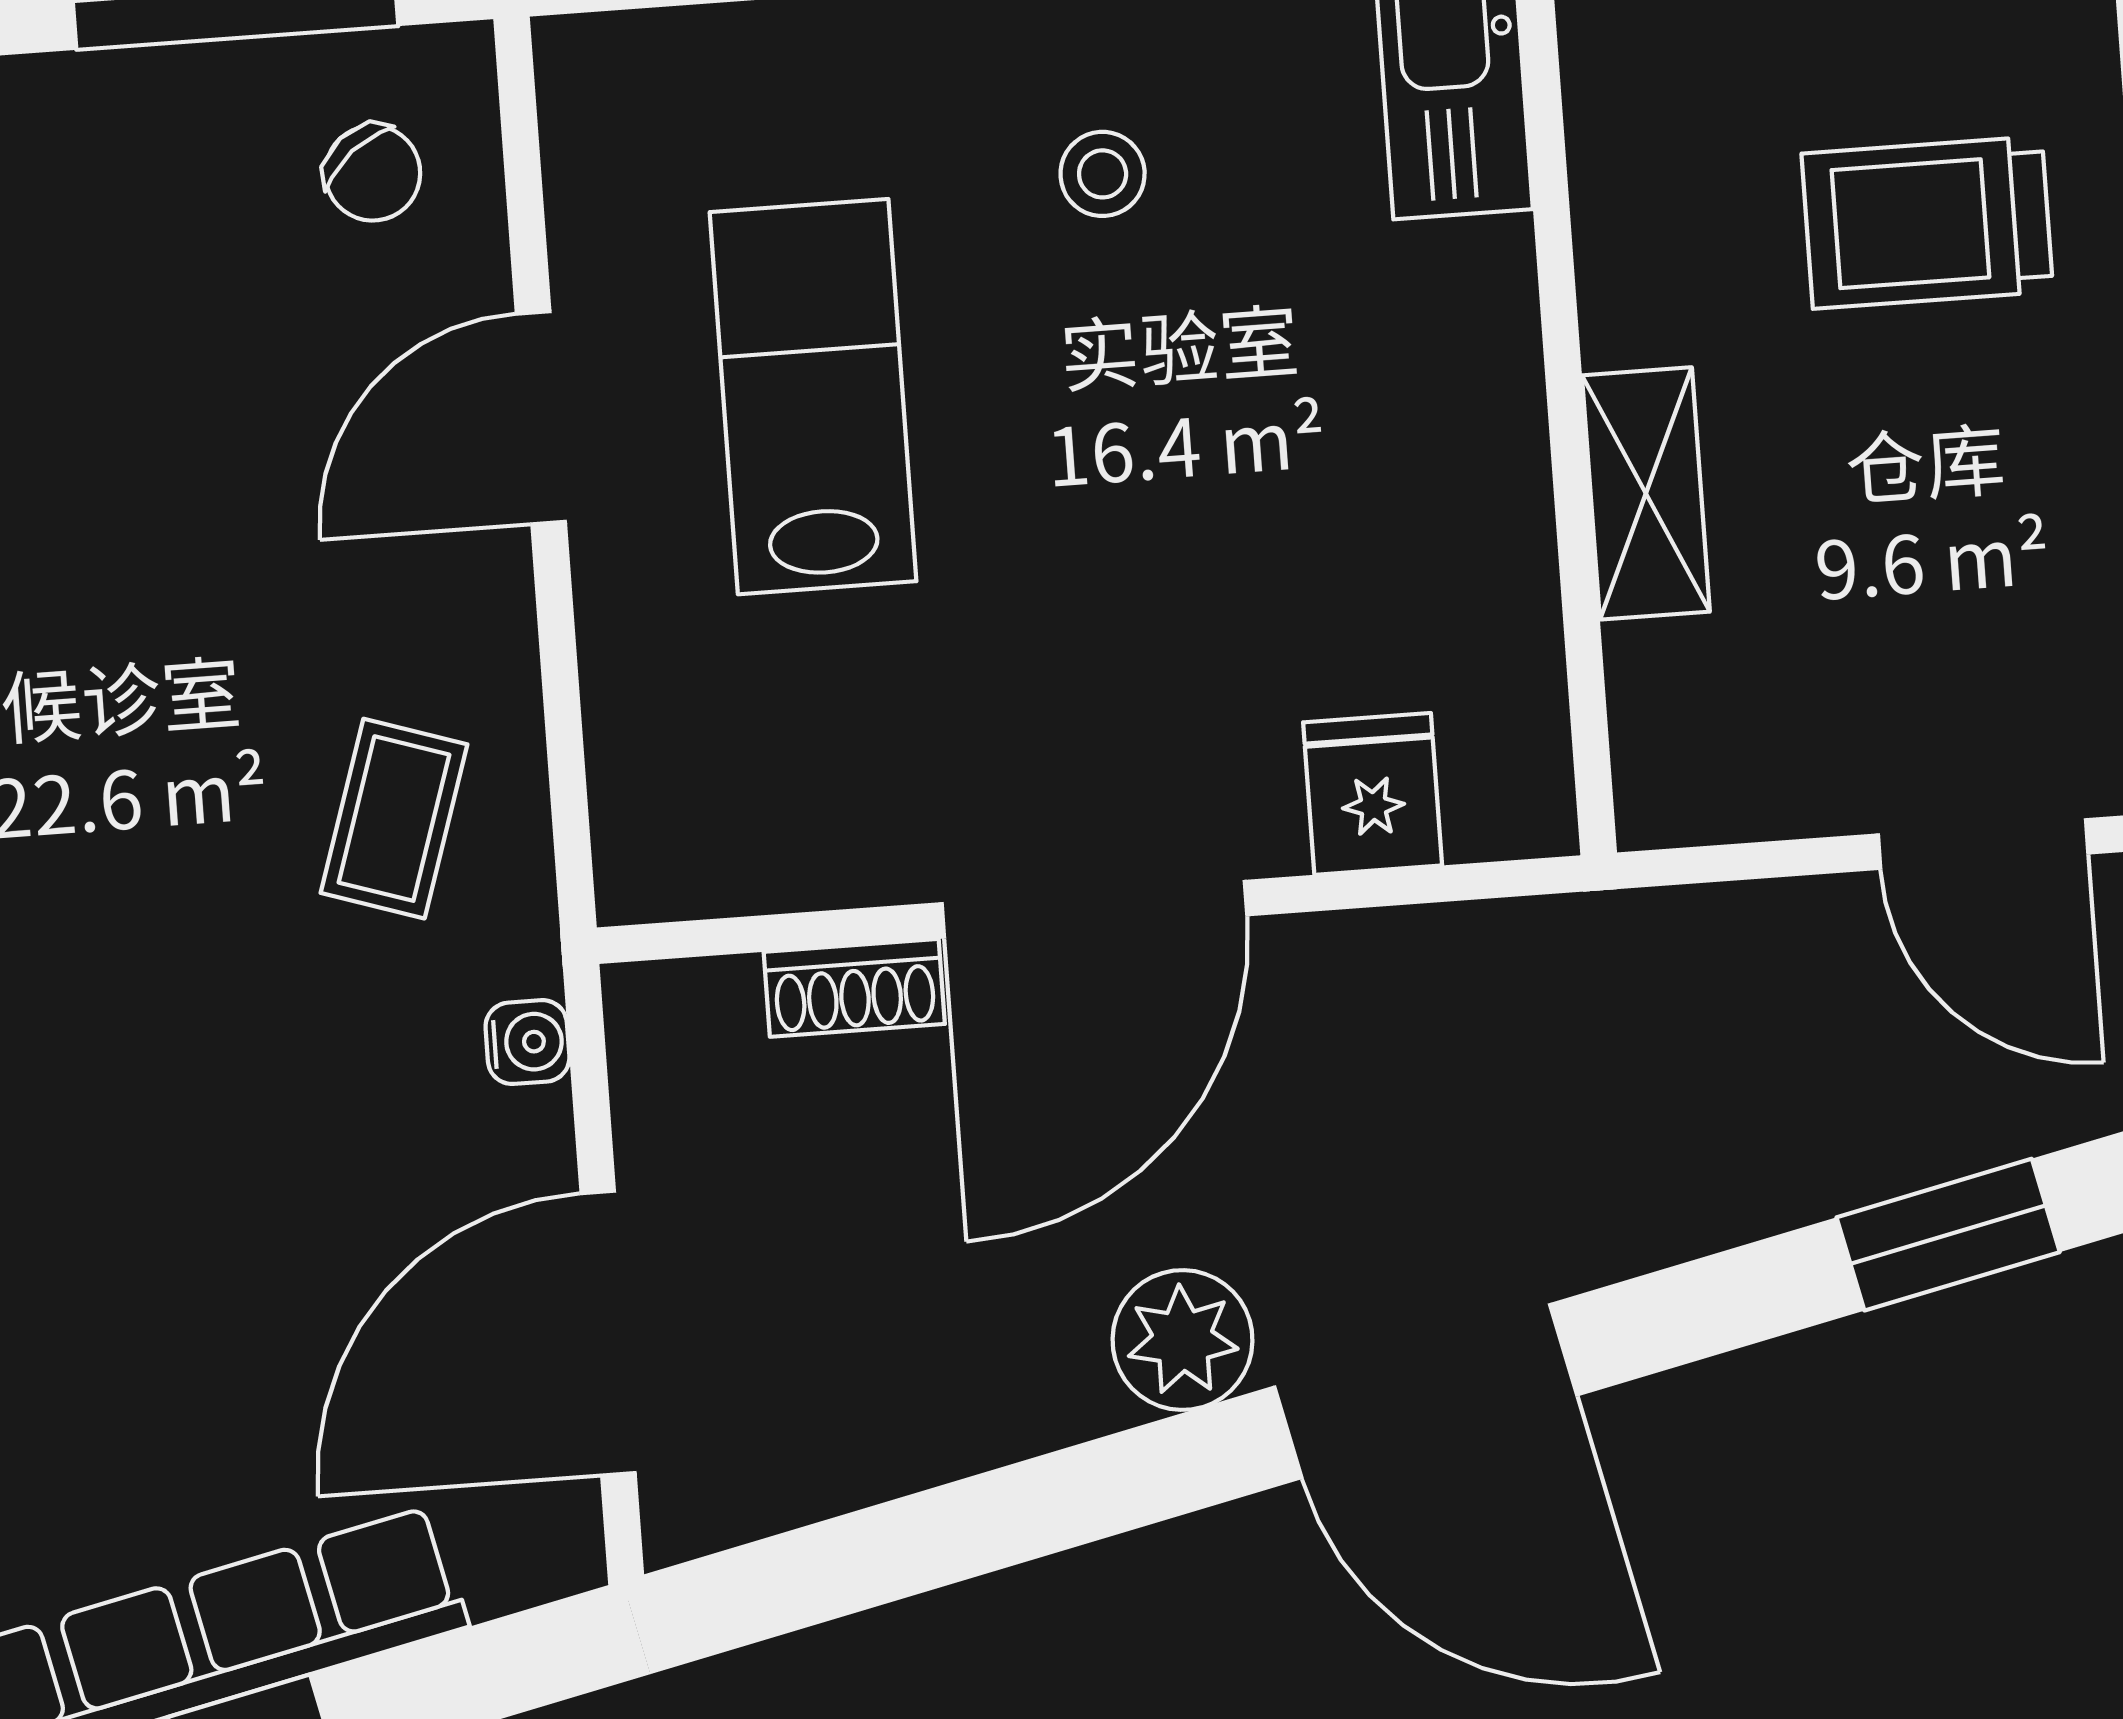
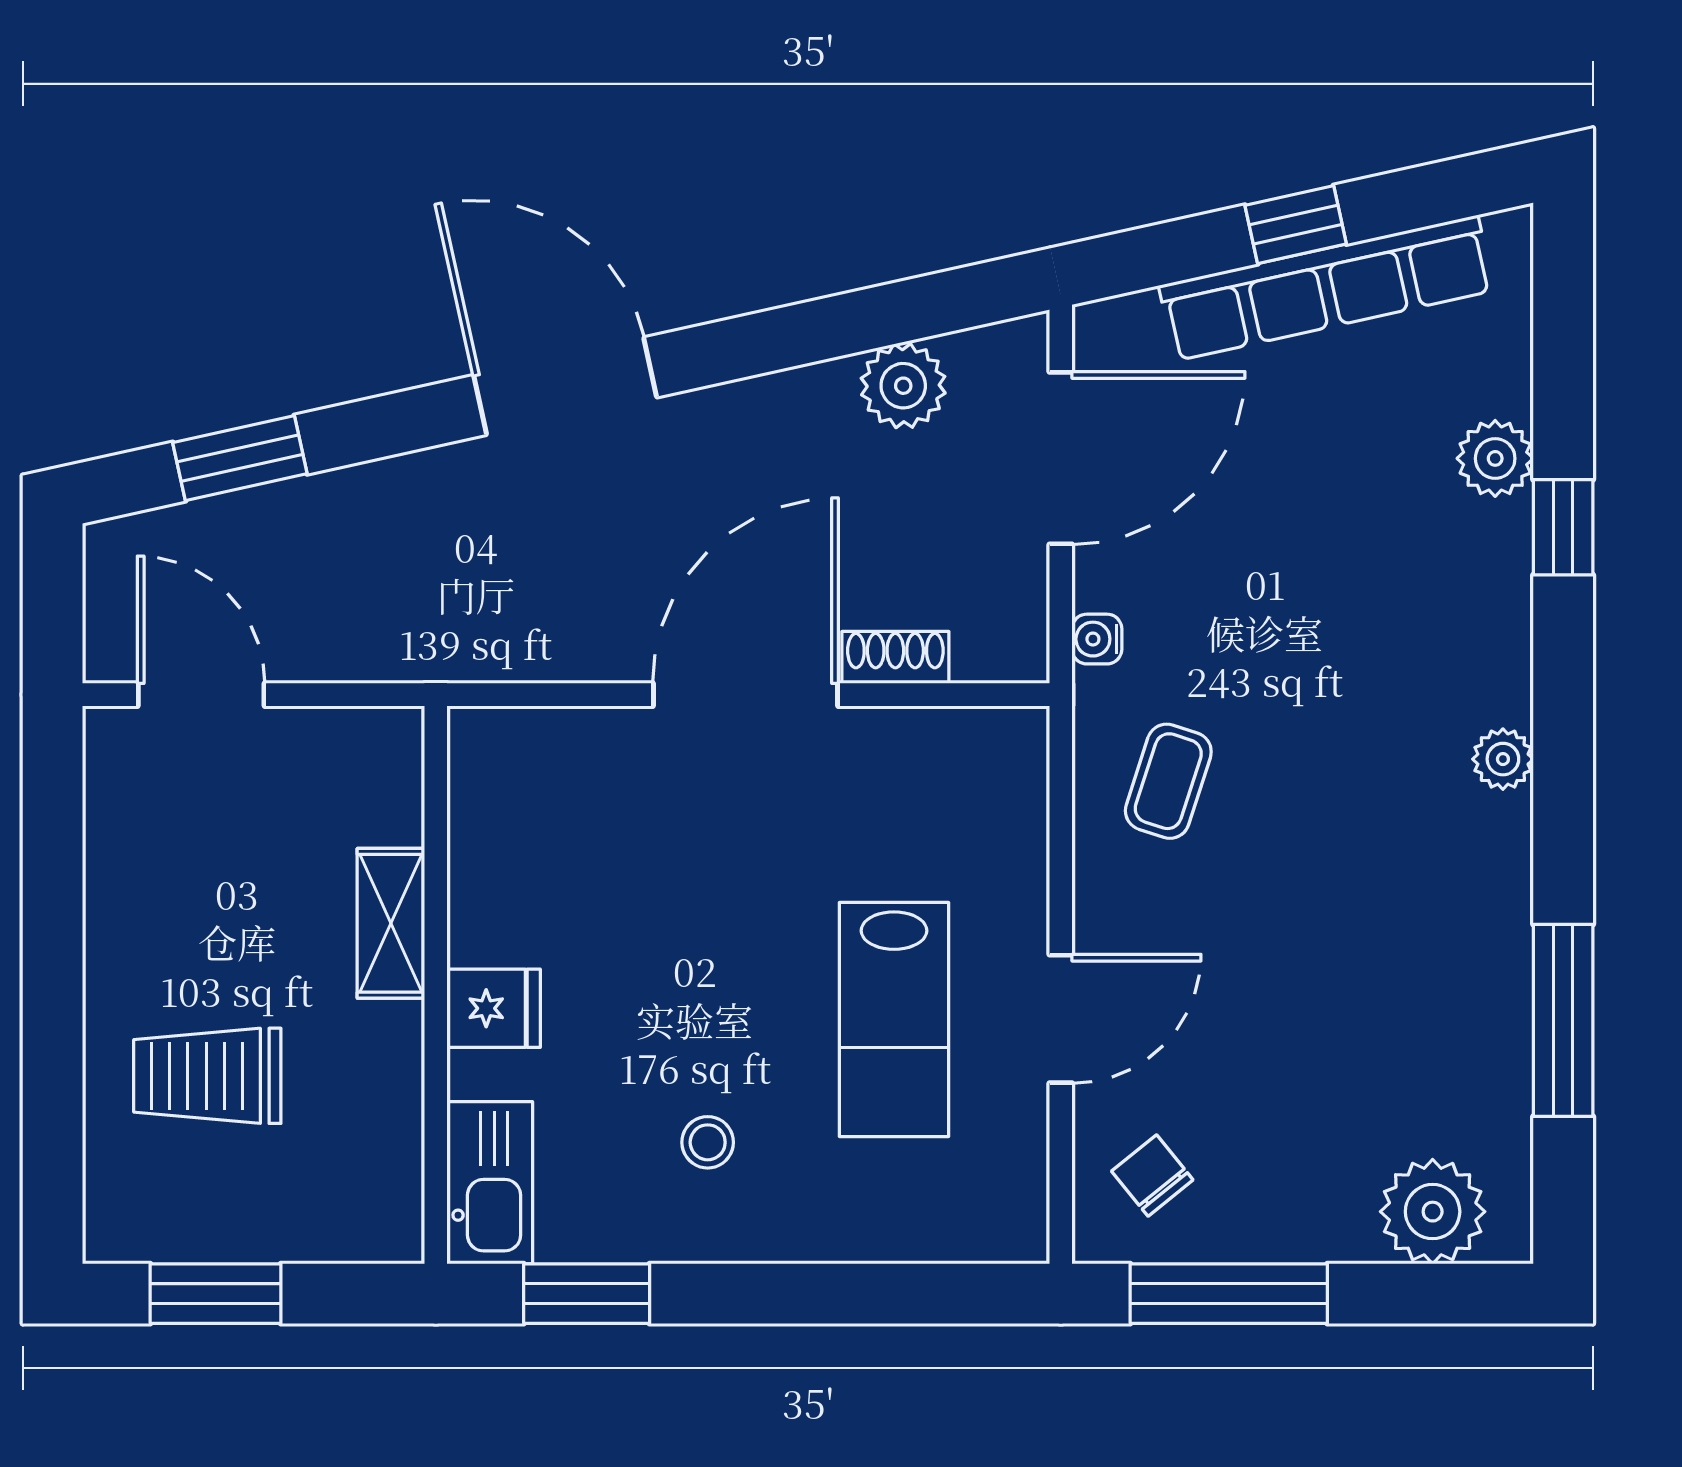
trolley: (1927, 222) -> (207, 1076), turned 180
fridge: (1373, 794) -> (494, 1008), moved, turned -90
plant: (1182, 1340) -> (903, 386), moved

